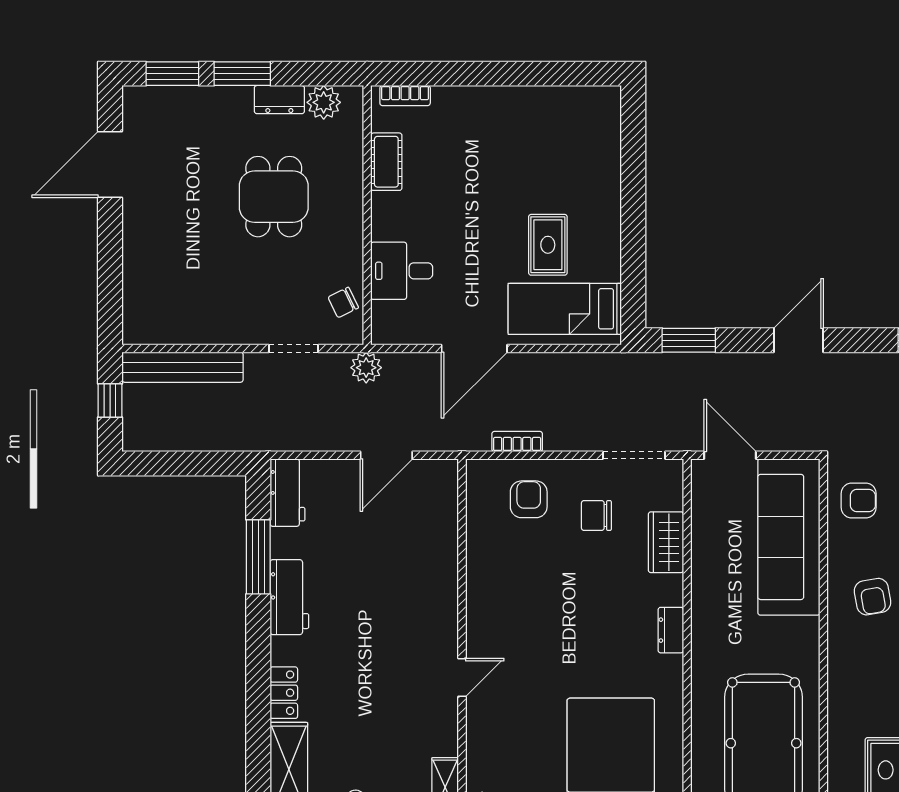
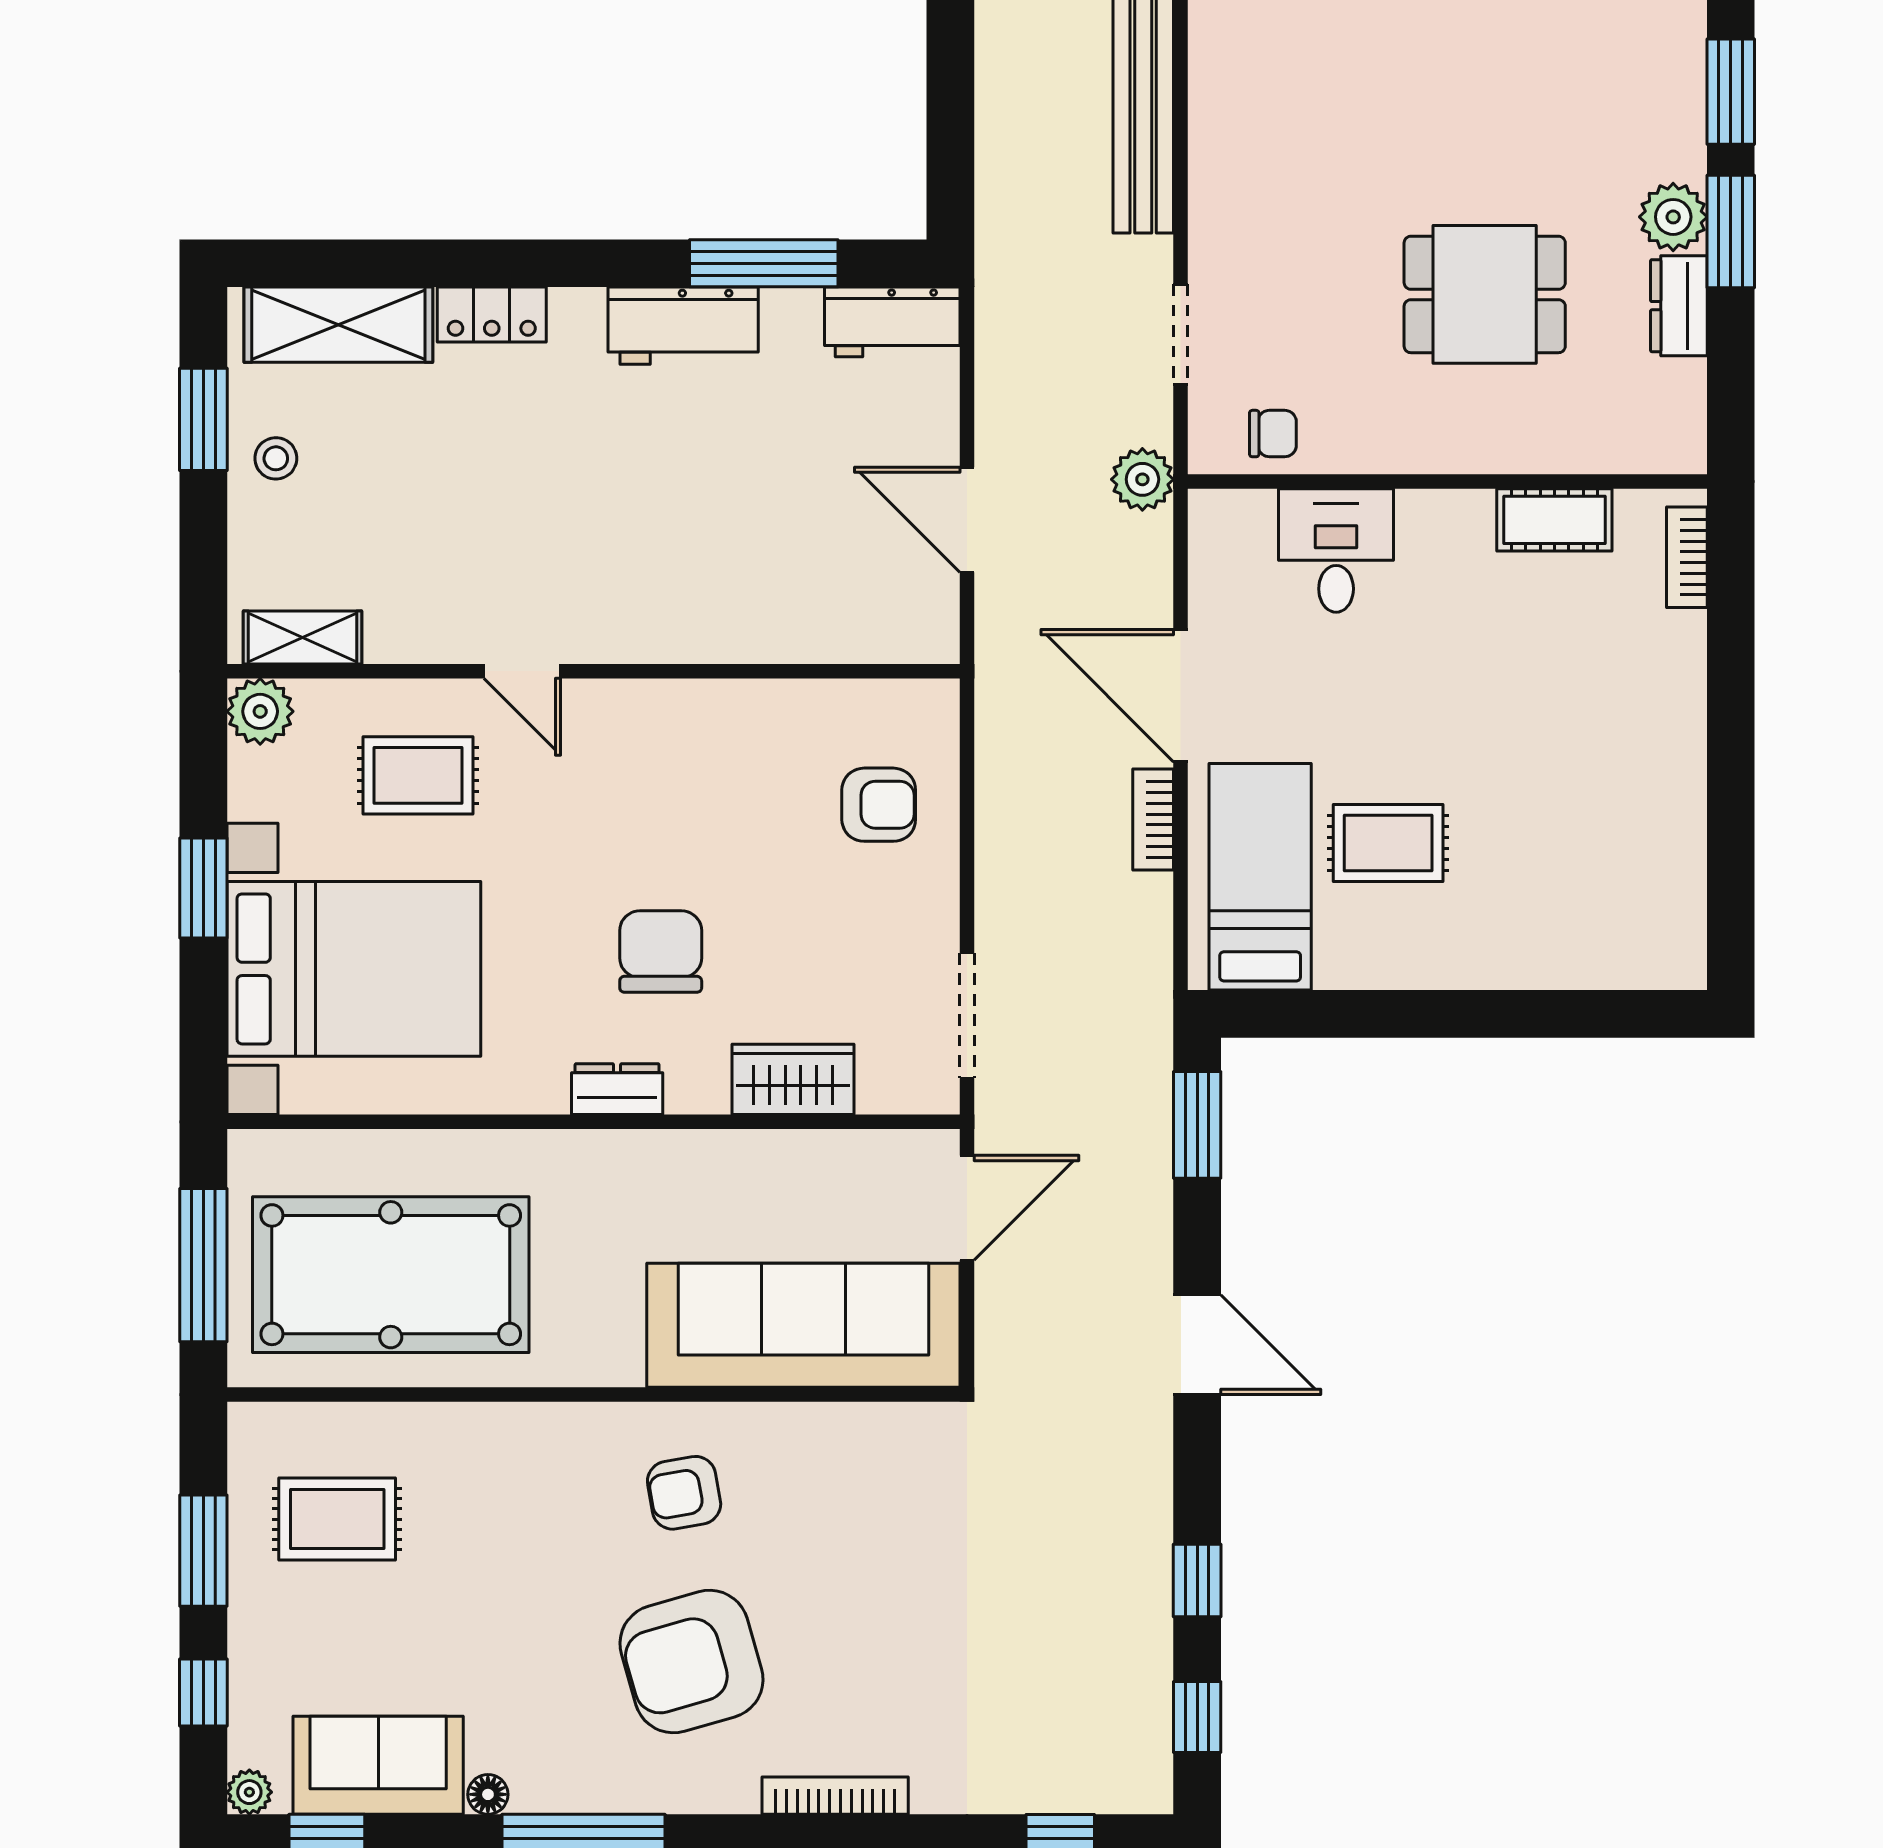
plant: (324, 102) -> (1673, 217), moved
chair: (343, 302) -> (1273, 434), turned 116
bookcase: (517, 442) -> (1153, 819), moved, turned 180
armchair: (859, 501) -> (876, 1465), removed
chair: (596, 516) -> (661, 952), moved, width x1.37, depth x1.37
rug: (514, 730) -> (418, 775), added

